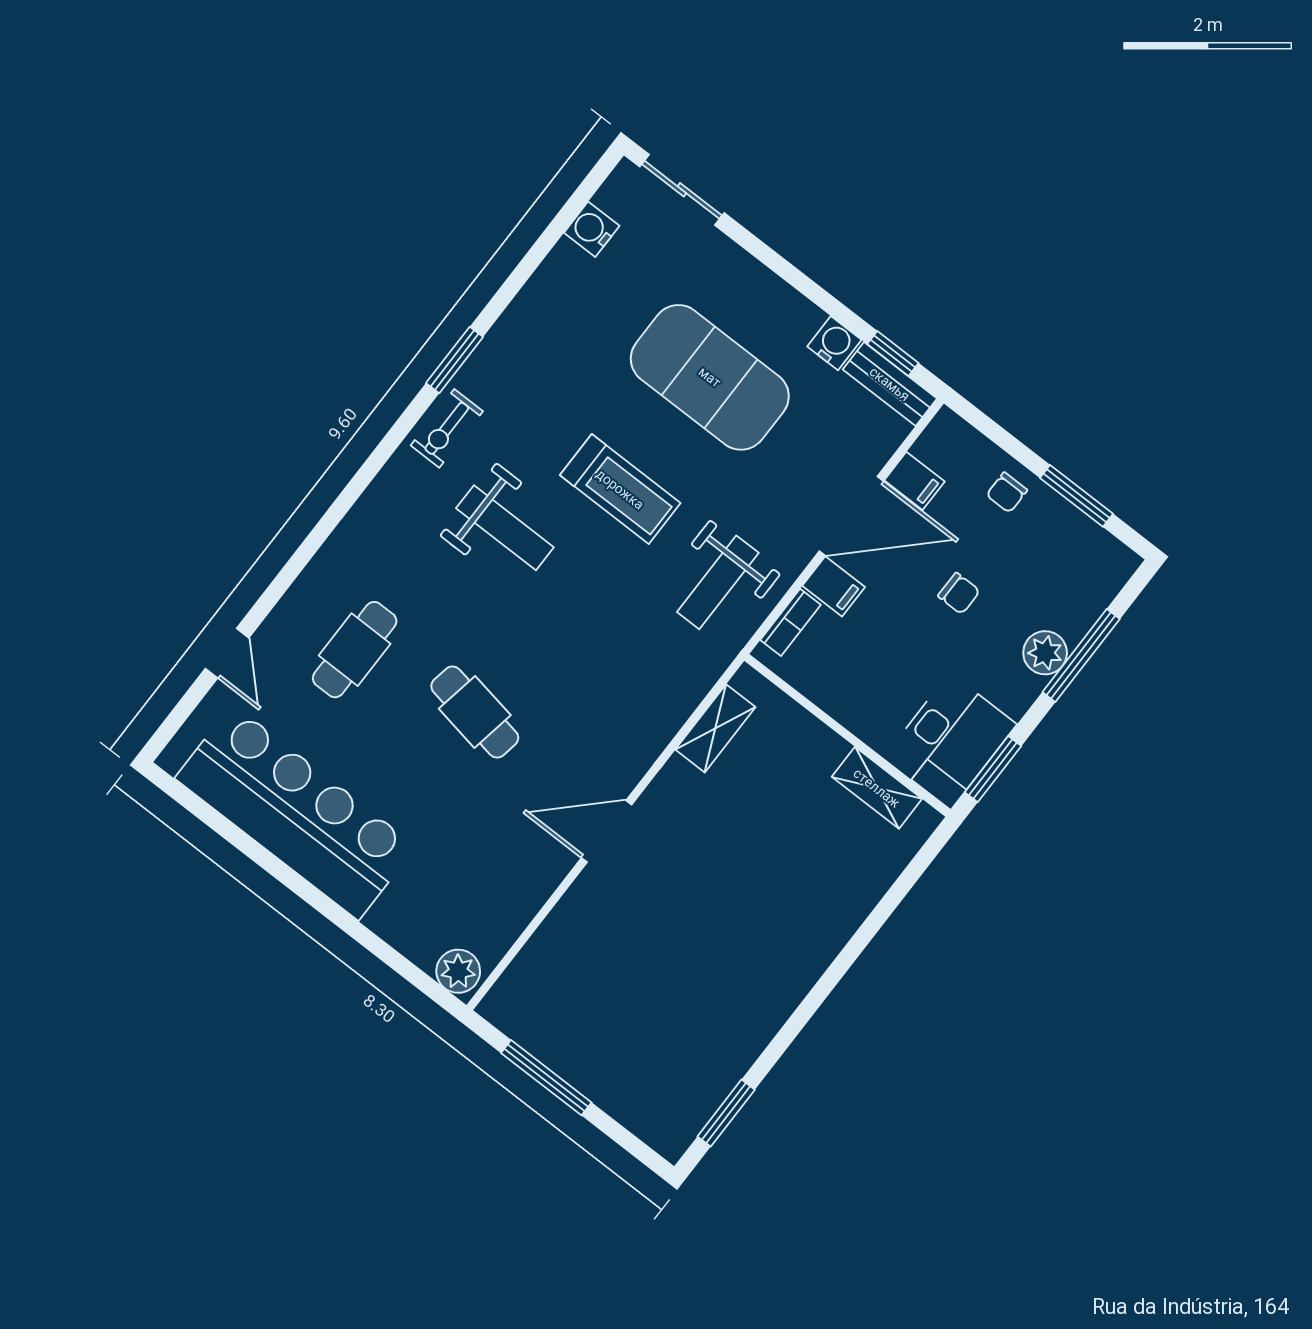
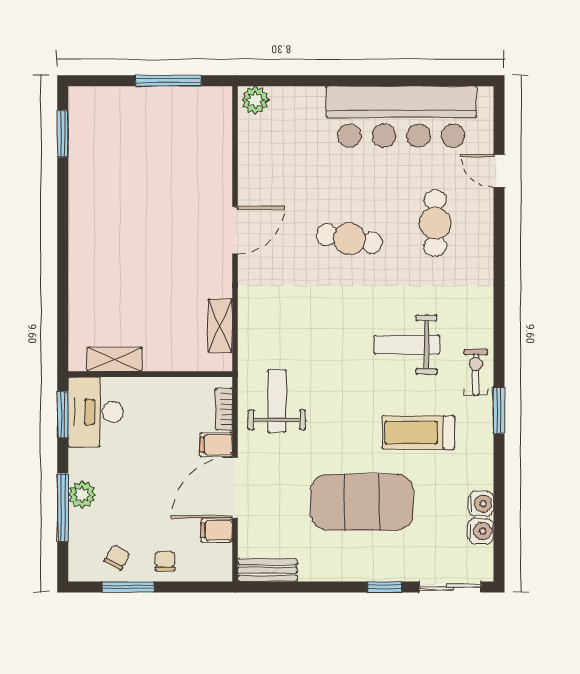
water cooler: (834, 343) -> (481, 504), moved, turned -90
window: (893, 353) -> (385, 587), moved
treadmill: (620, 489) -> (418, 433), moved
chair: (959, 593) -> (117, 558), moved, turned 119

